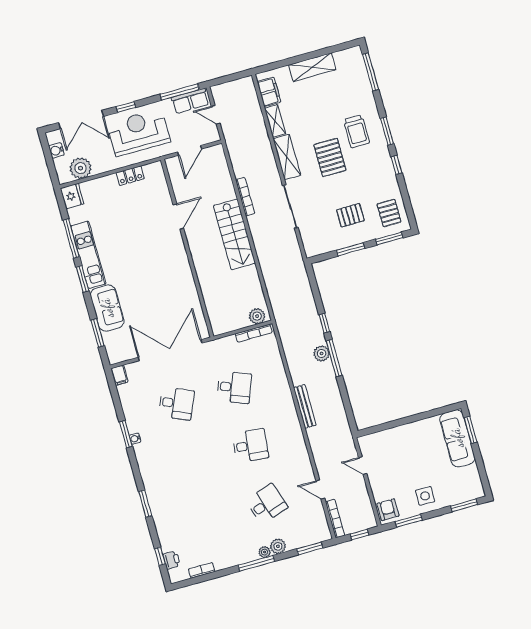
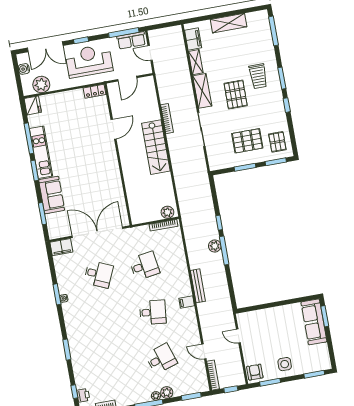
locker: (130, 176) -> (94, 91), moved
pallet: (350, 215) -> (247, 141), width x1.50, depth x1.42
filing cabinet: (119, 375) -> (61, 247), width x2.00
desk: (234, 387) -> (144, 266), turned -30
filing cabinet: (292, 428) -> (187, 302), added

